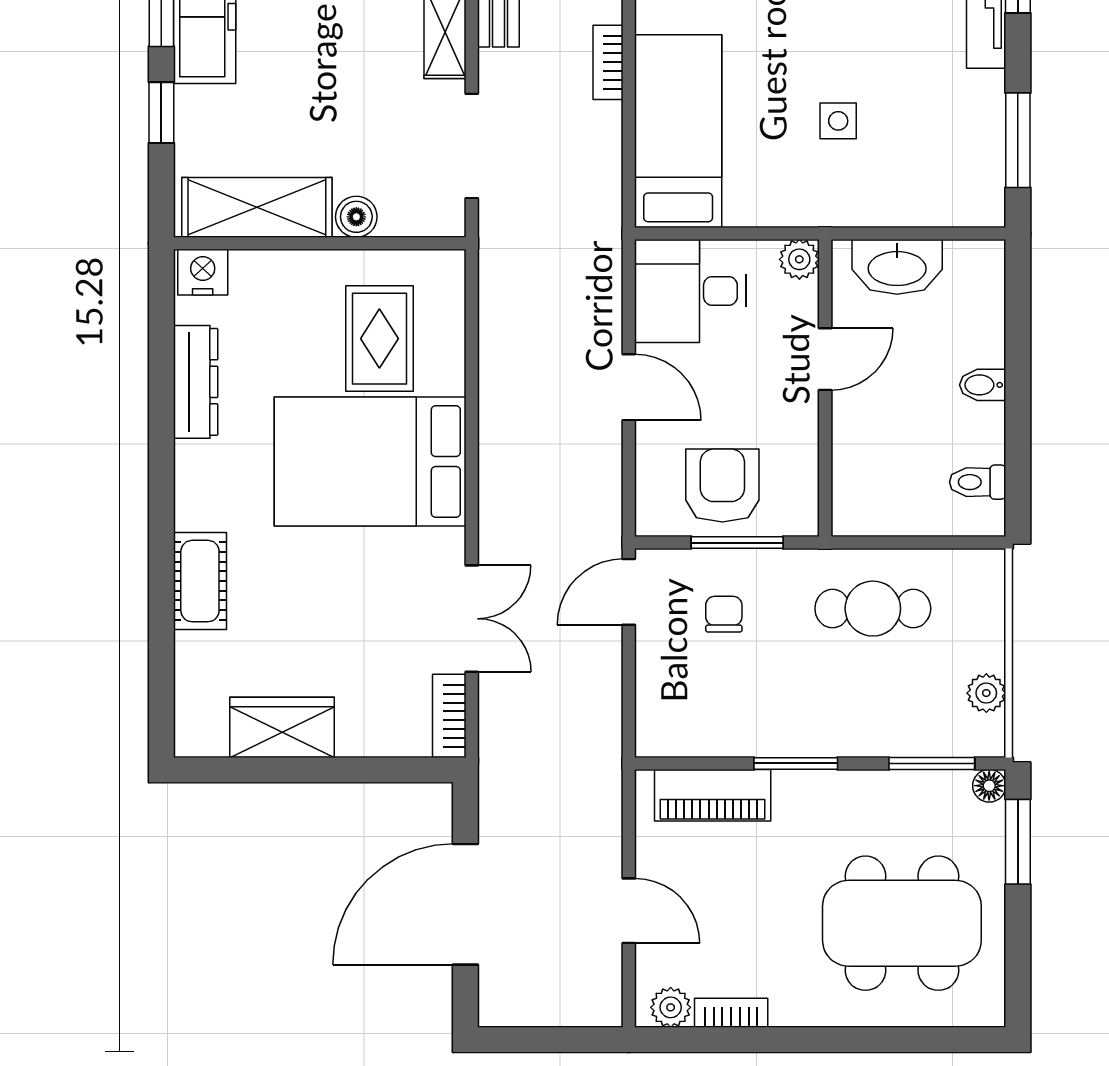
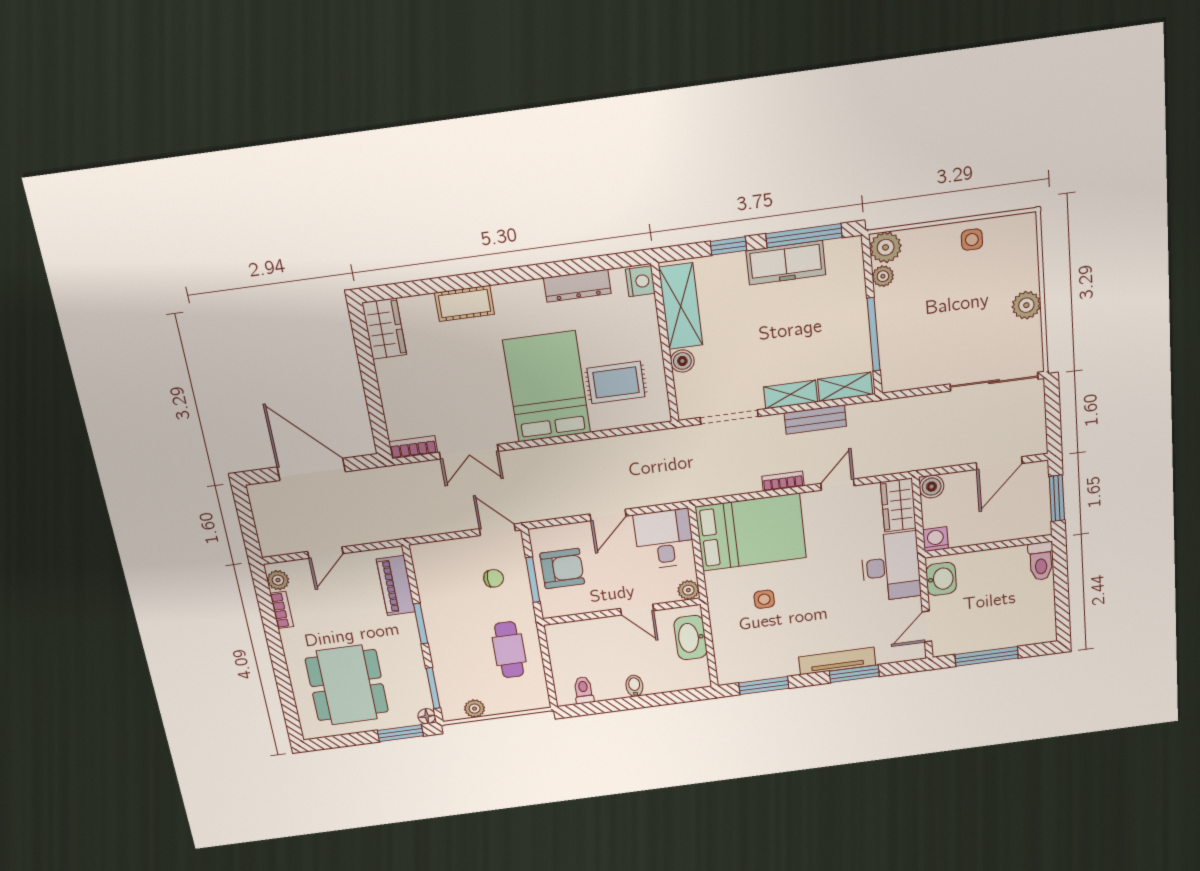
bed: (678, 131) -> (751, 532), width x1.50
wardrobe: (282, 727) -> (384, 329), moved

